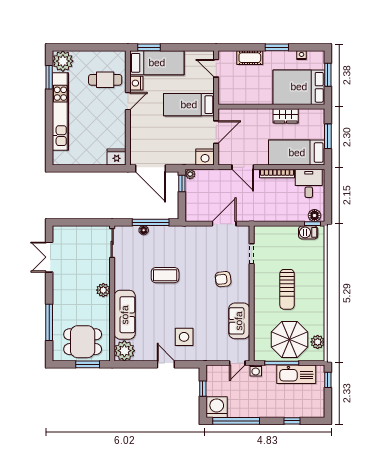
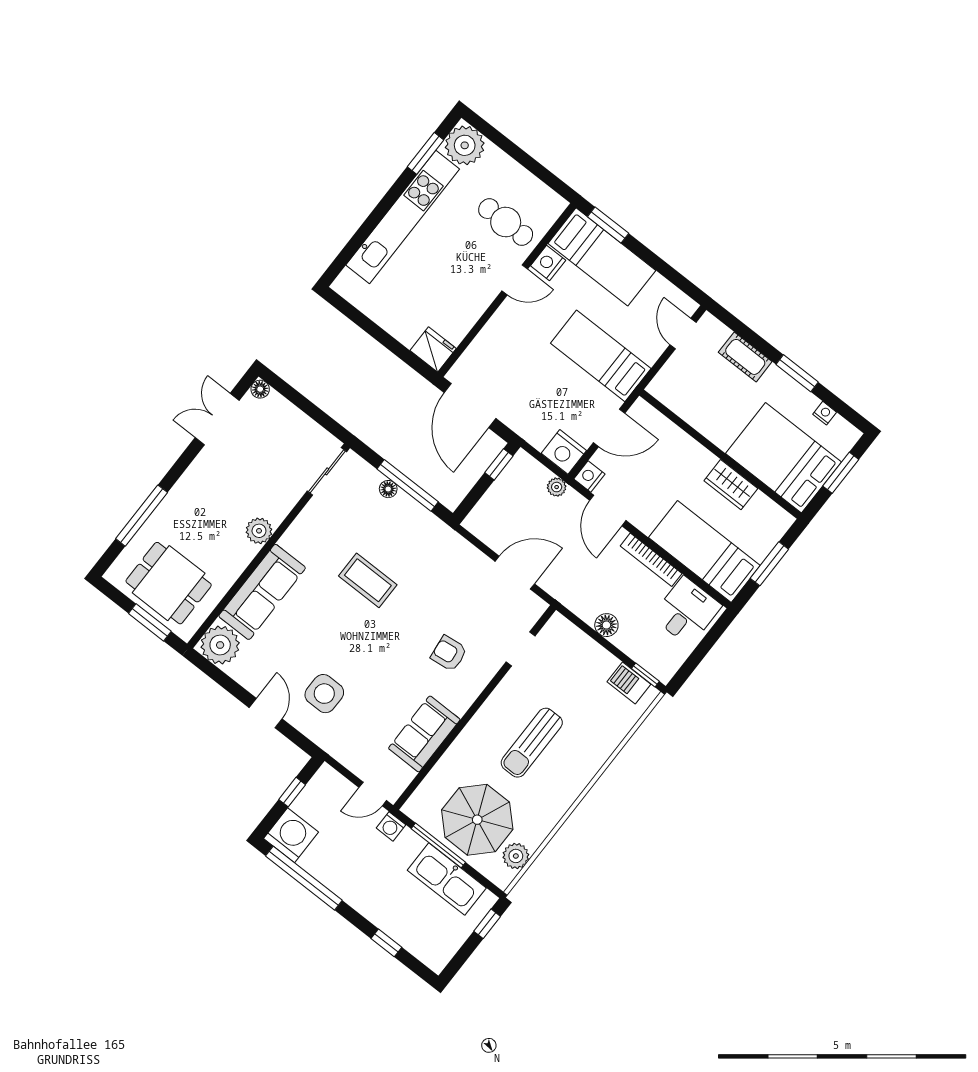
nightstand: (224, 159) -> (589, 476), added
plant: (190, 174) -> (557, 487), moved
floor lamp: (314, 215) -> (606, 625), moved
floor lamp: (57, 230) -> (260, 389), added

